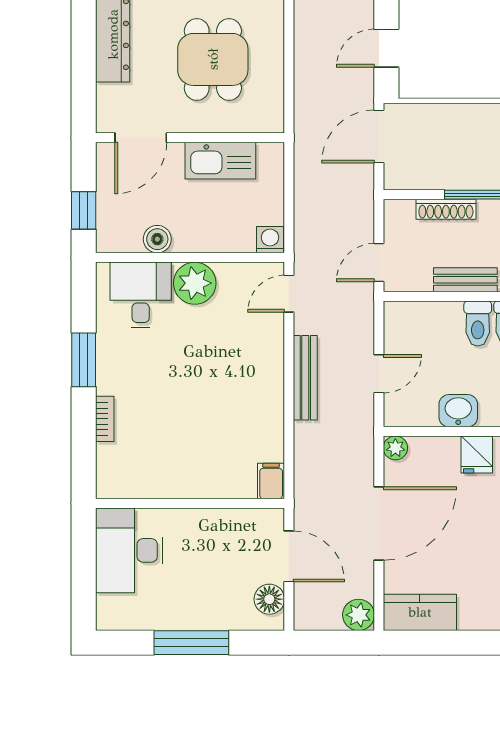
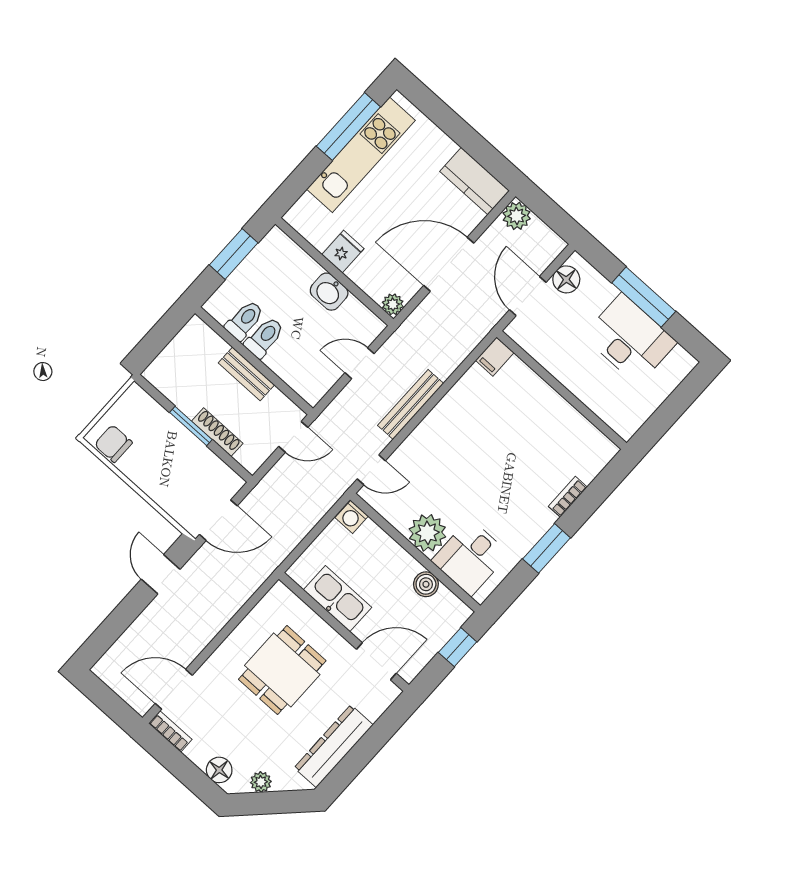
door: (386, 48) -> (161, 574), swing flipped
desk: (129, 550) -> (630, 339), moved, turned -90

